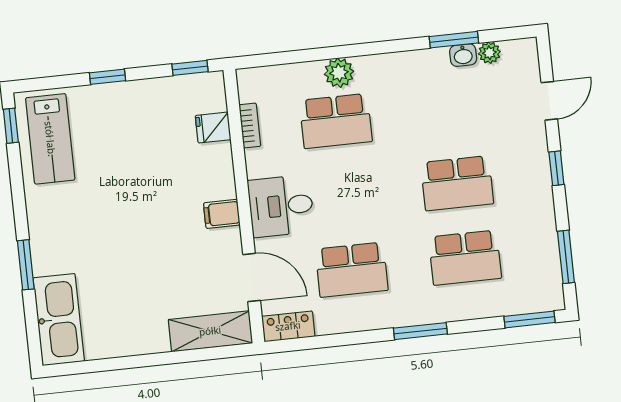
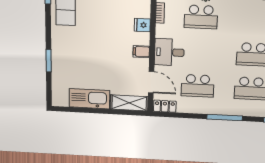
fridge: (213, 128) -> (142, 25), moved
kitchen sink: (59, 320) -> (89, 99), moved, turned -90
window: (420, 331) -> (225, 118), width x1.44

